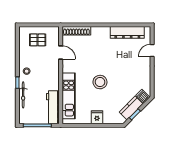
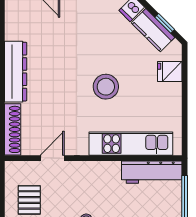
dresser: (127, 32) -> (16, 72), moved
fridge: (97, 117) -> (170, 72), moved

